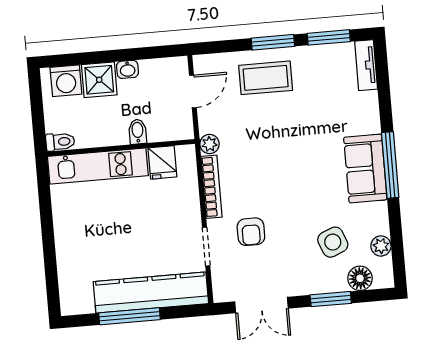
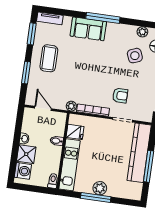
window: (273, 42) -> (26, 73), moved
coffee table: (266, 78) -> (49, 58), moved
sofa: (365, 169) -> (88, 29), moved
window: (47, 230) -> (96, 197), added
plant: (67, 234) -> (100, 188), added

